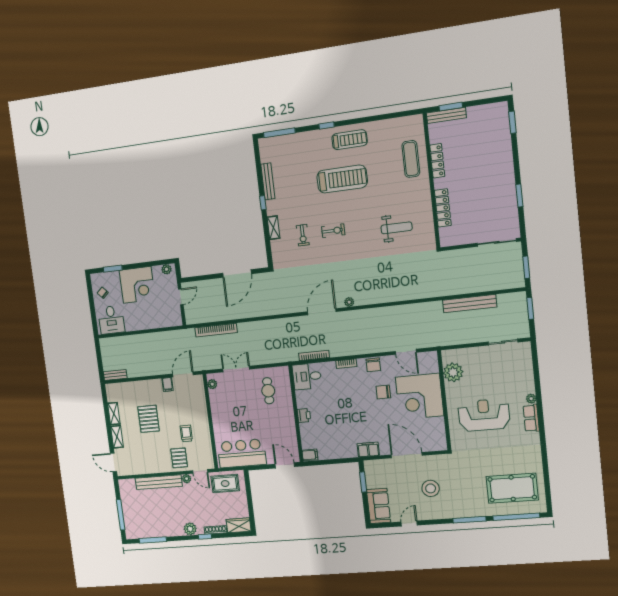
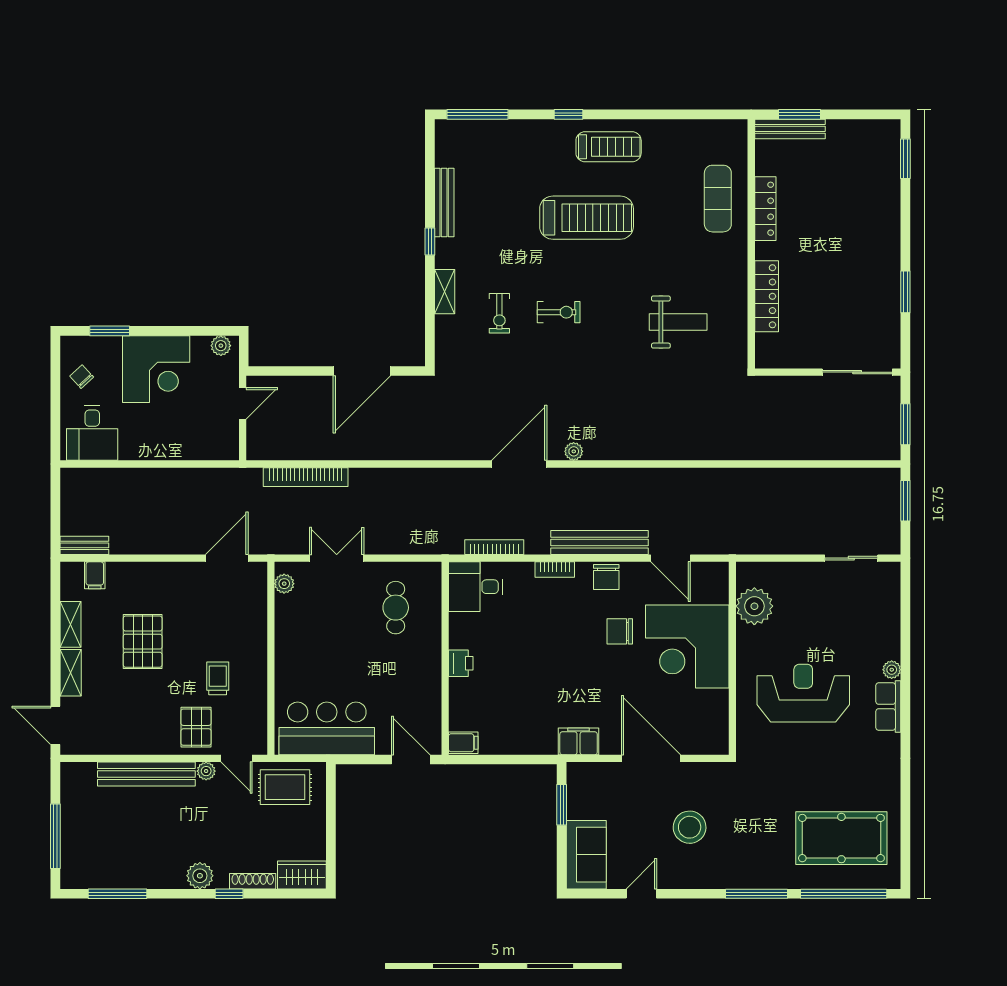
bench: (470, 304) -> (599, 543), moved
filing cabinet: (168, 384) -> (95, 575), moved

